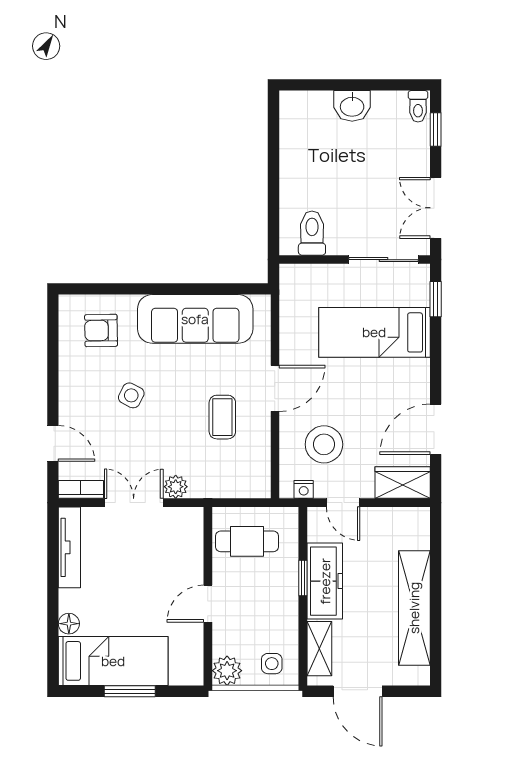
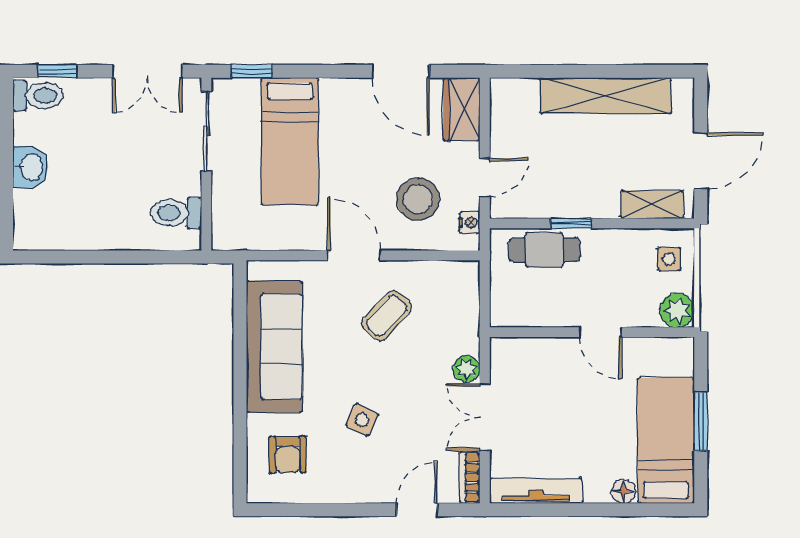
toilet: (418, 106) -> (38, 96), width x1.37, depth x1.39
coffee table: (222, 417) -> (387, 316), turned -47
cafe table: (247, 541) -> (544, 250), moved, turned 90
freezer: (325, 581) -> (575, 198), removed

